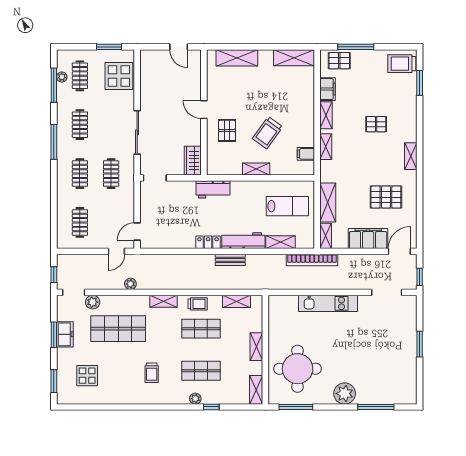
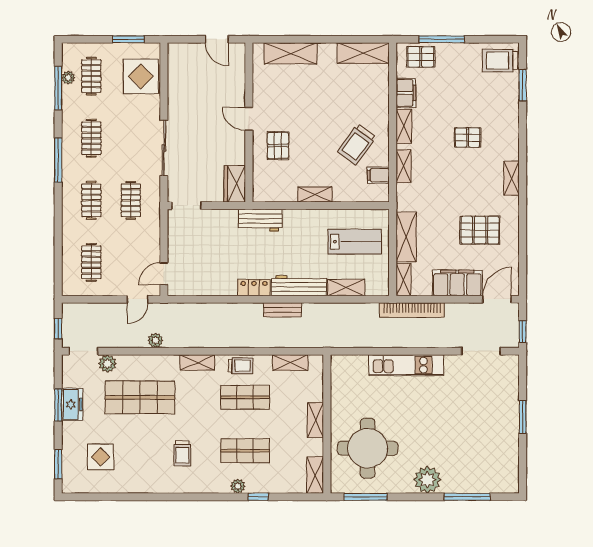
trolley: (267, 133) -> (357, 144), moved
bookcase: (312, 260) -> (412, 310), moved

